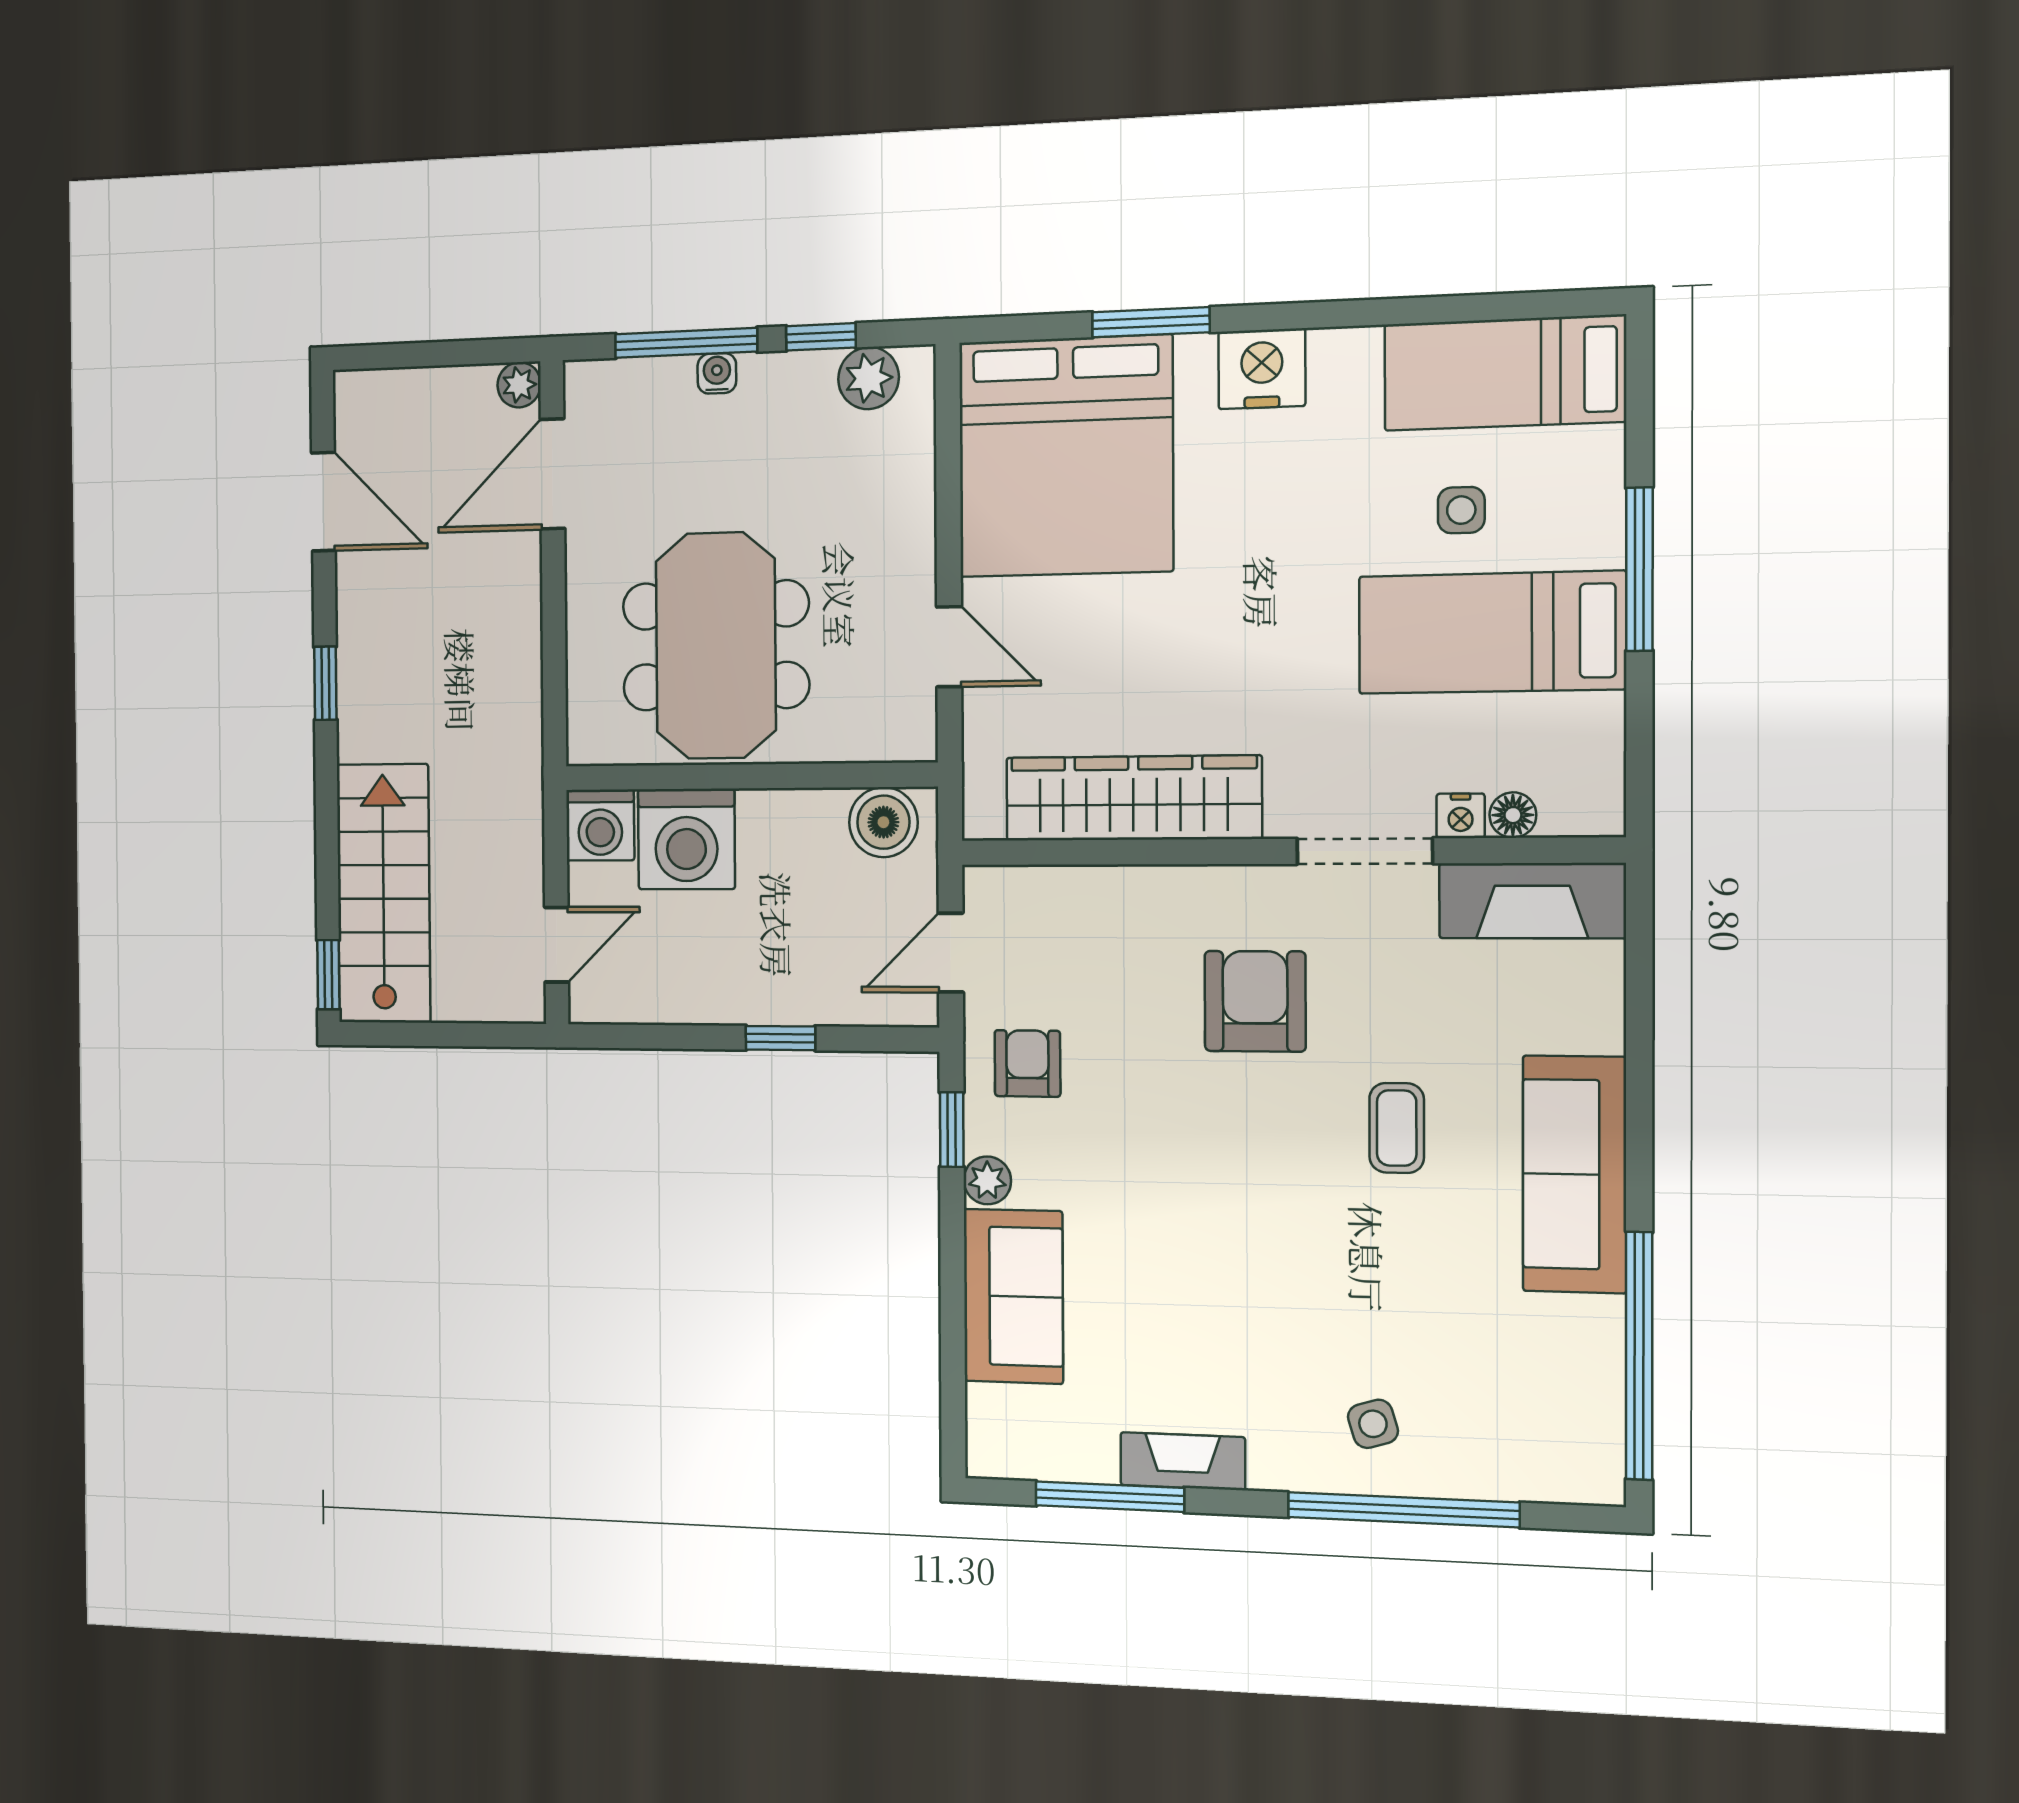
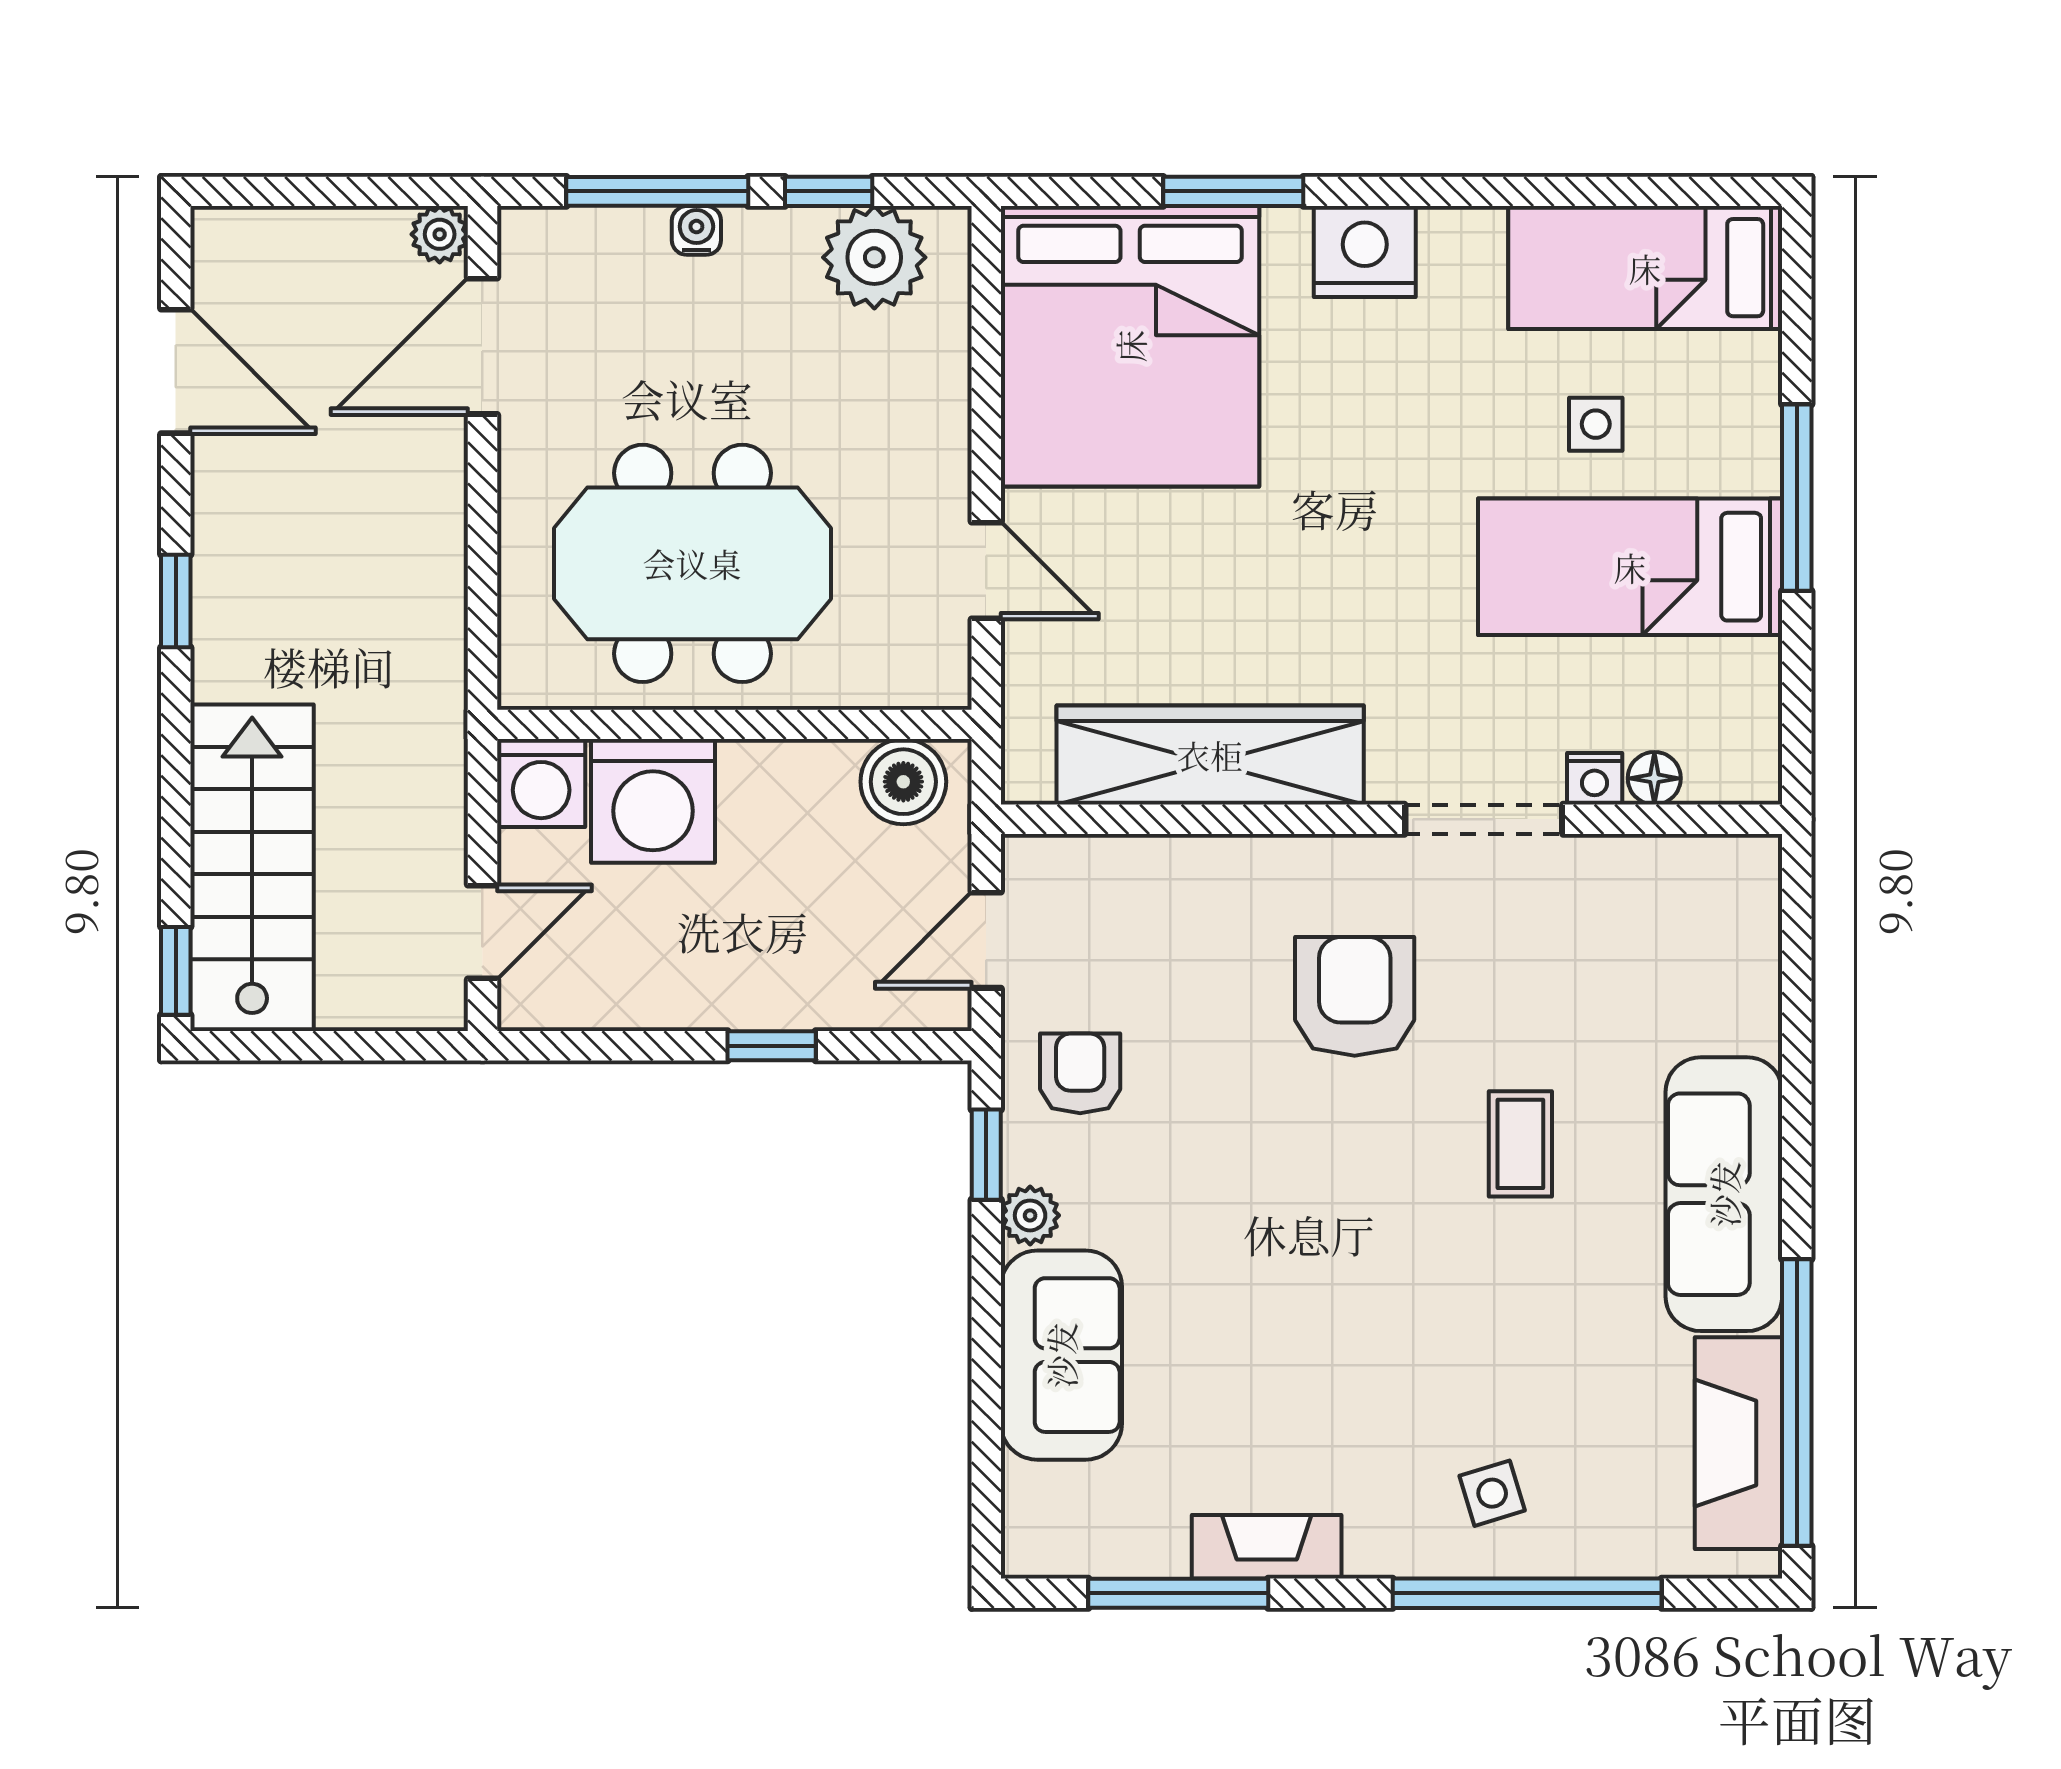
plant: (869, 378) -> (874, 257), width x1.36, depth x1.36
meeting table: (716, 646) -> (692, 563), turned 90
fireplace: (1532, 901) -> (1739, 1443), moved, turned 90

